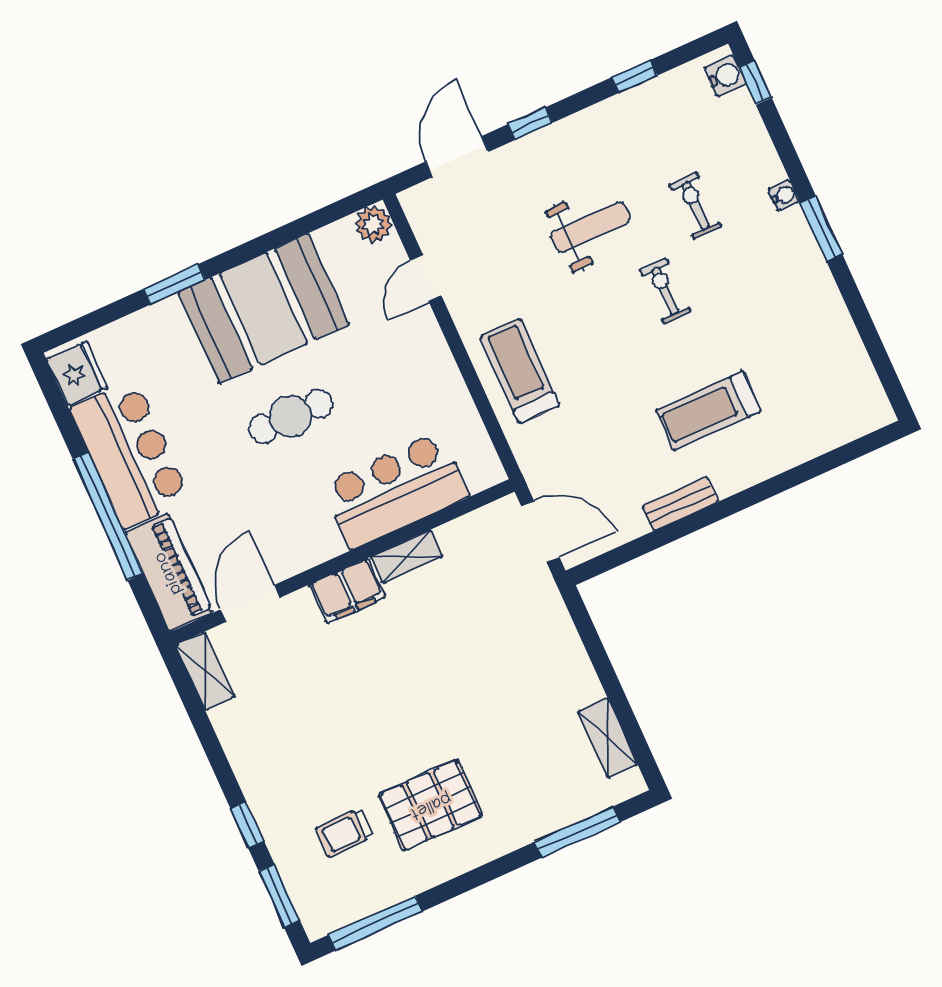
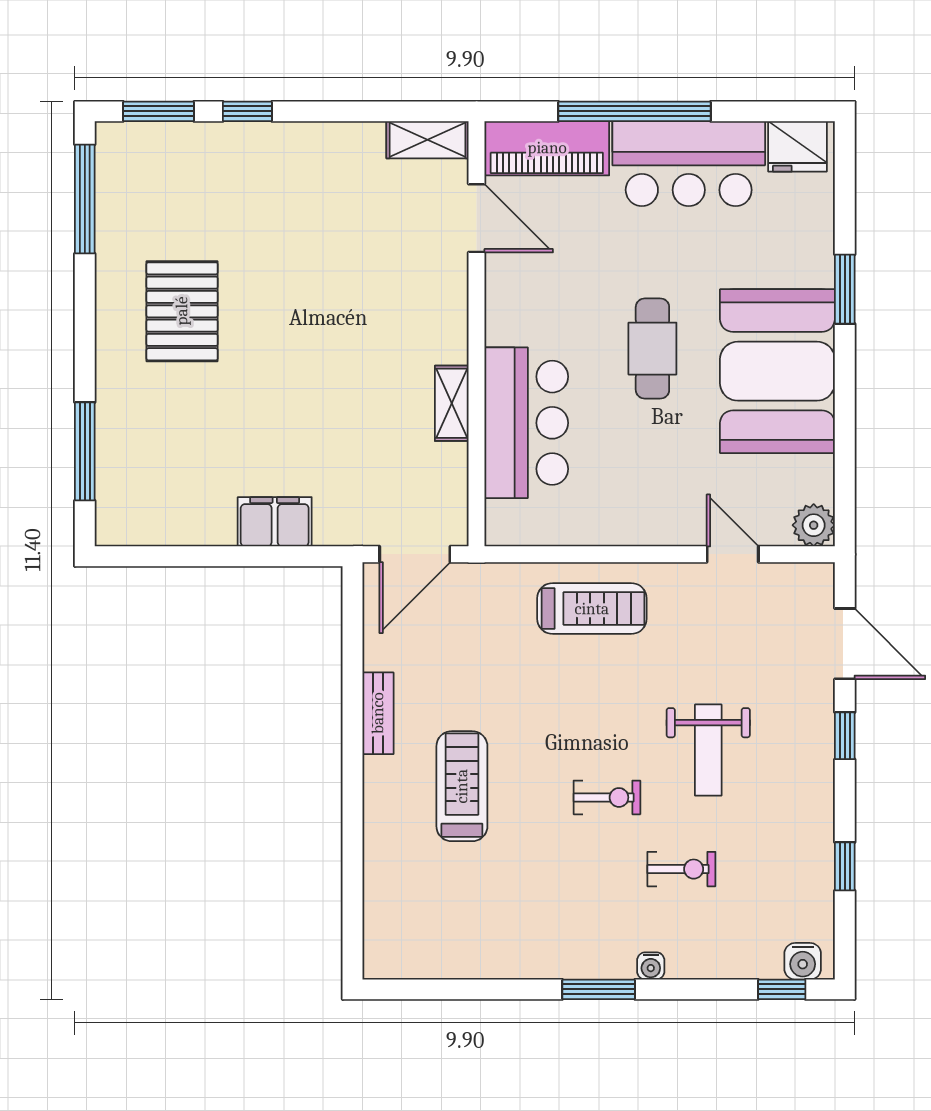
filing cabinet: (347, 591) -> (275, 522), moved, turned 90
shelving: (608, 738) -> (169, 528), removed
trolley: (344, 833) -> (193, 209), removed

